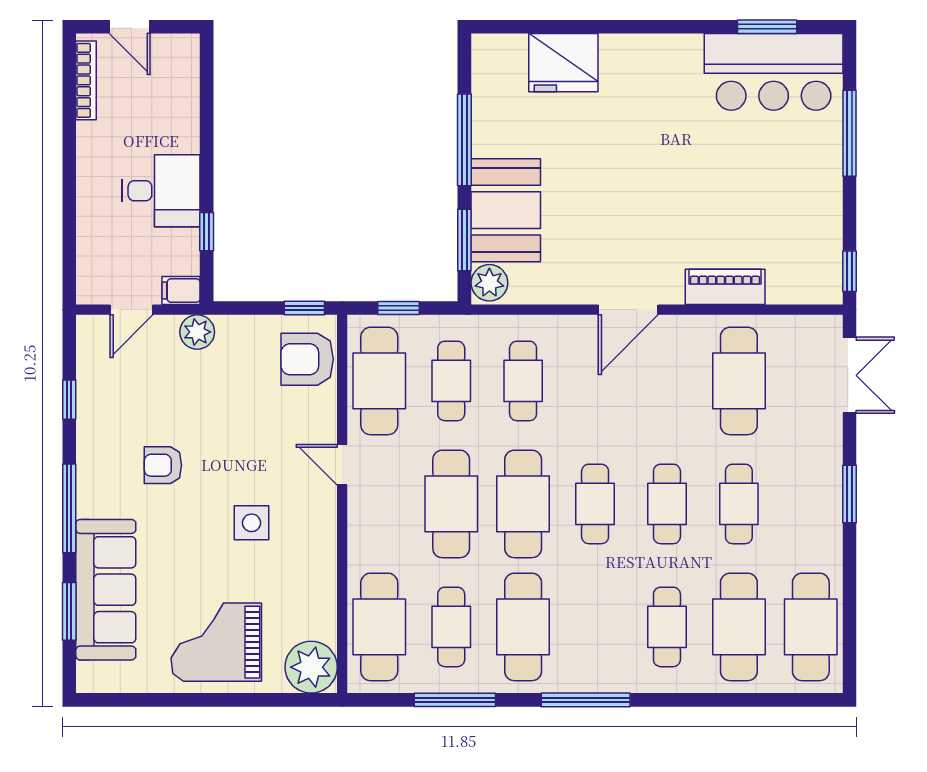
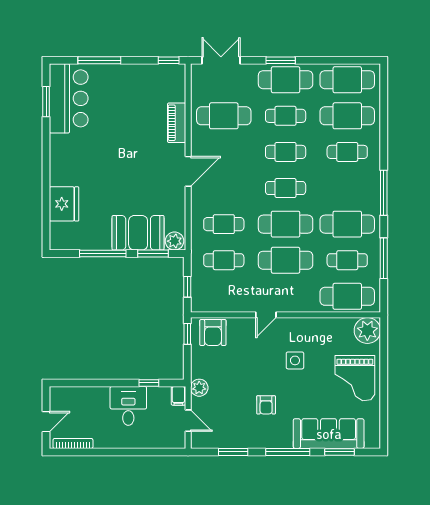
door: (628, 310) -> (188, 171), hinge flipped
cafe table: (379, 381) -> (286, 80), moved
window: (69, 400) -> (233, 452), width x1.50

